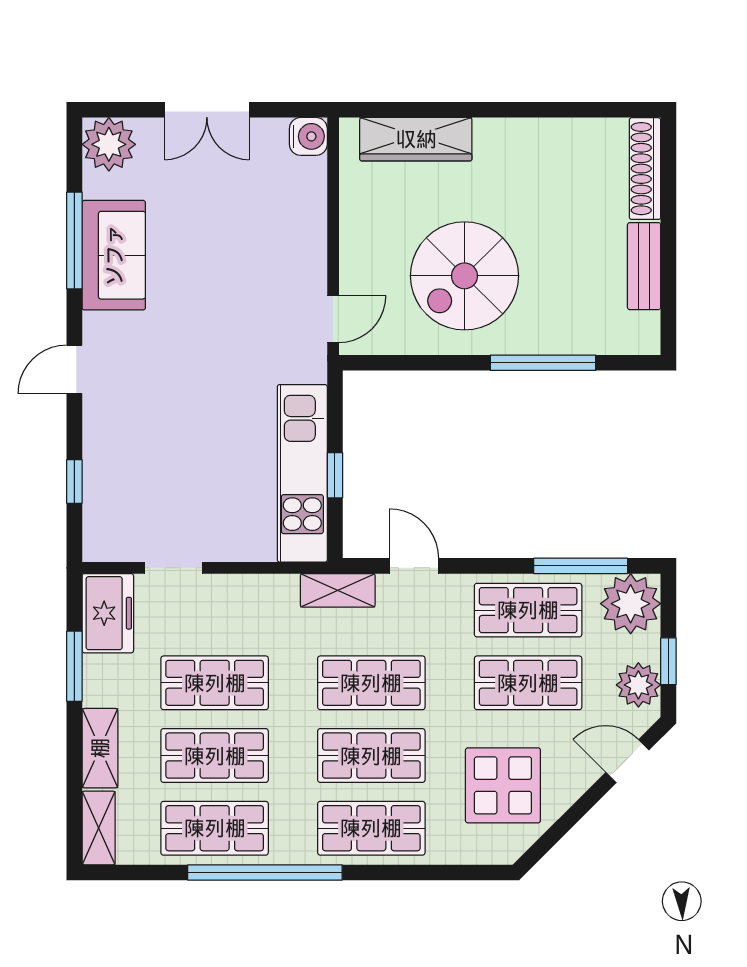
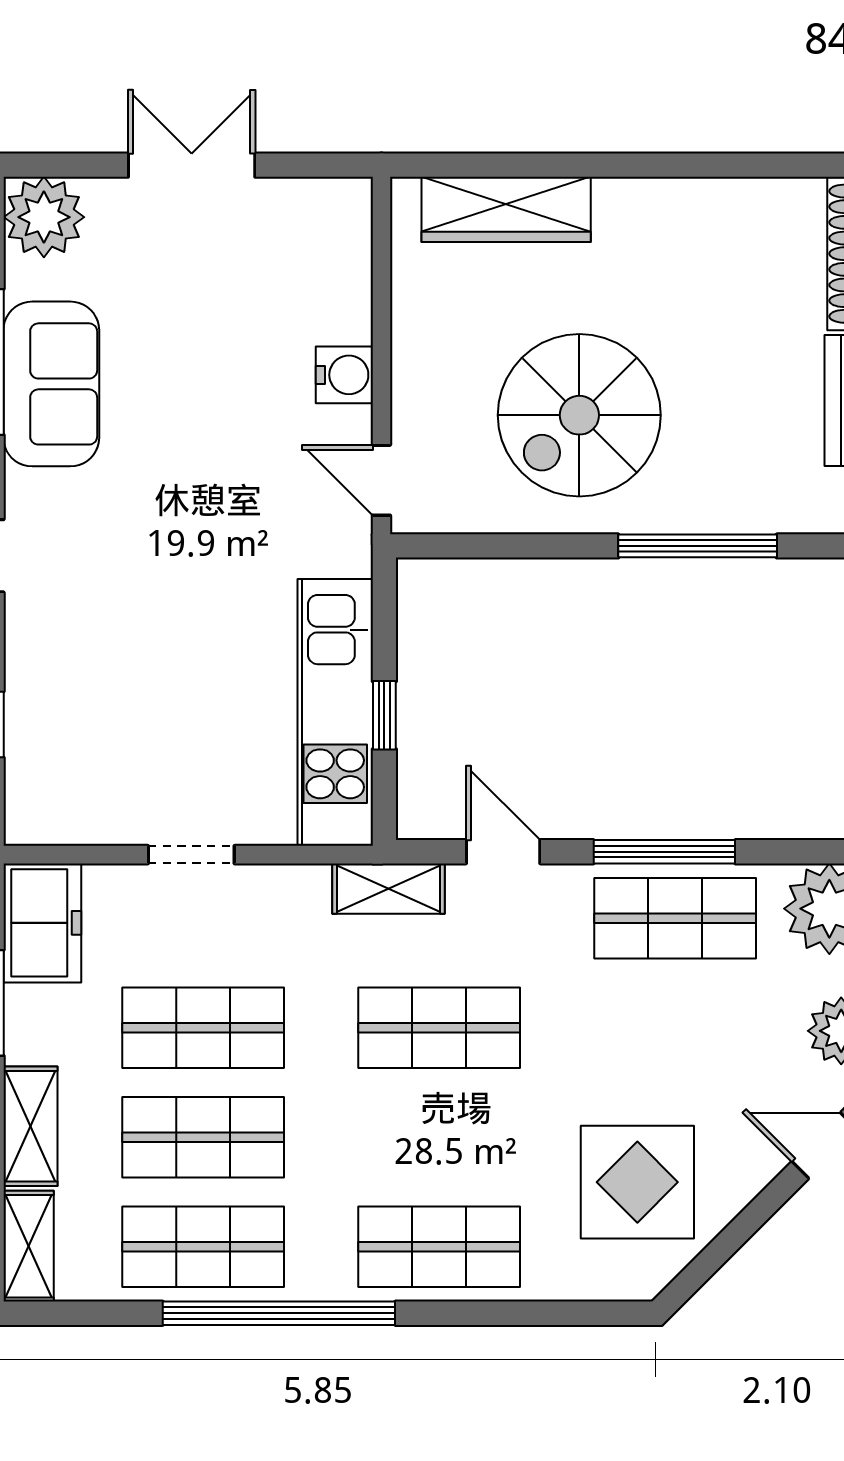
double door: (207, 110) -> (192, 165), swing flipped
water cooler: (308, 136) -> (344, 375), moved
door: (333, 319) -> (381, 480), swing flipped
window: (581, 566) -> (664, 852), moved
doorway: (173, 568) -> (191, 855), moved
shop shelf: (528, 683) -> (675, 1028), removed
shop shelf: (371, 756) -> (439, 1137), removed

